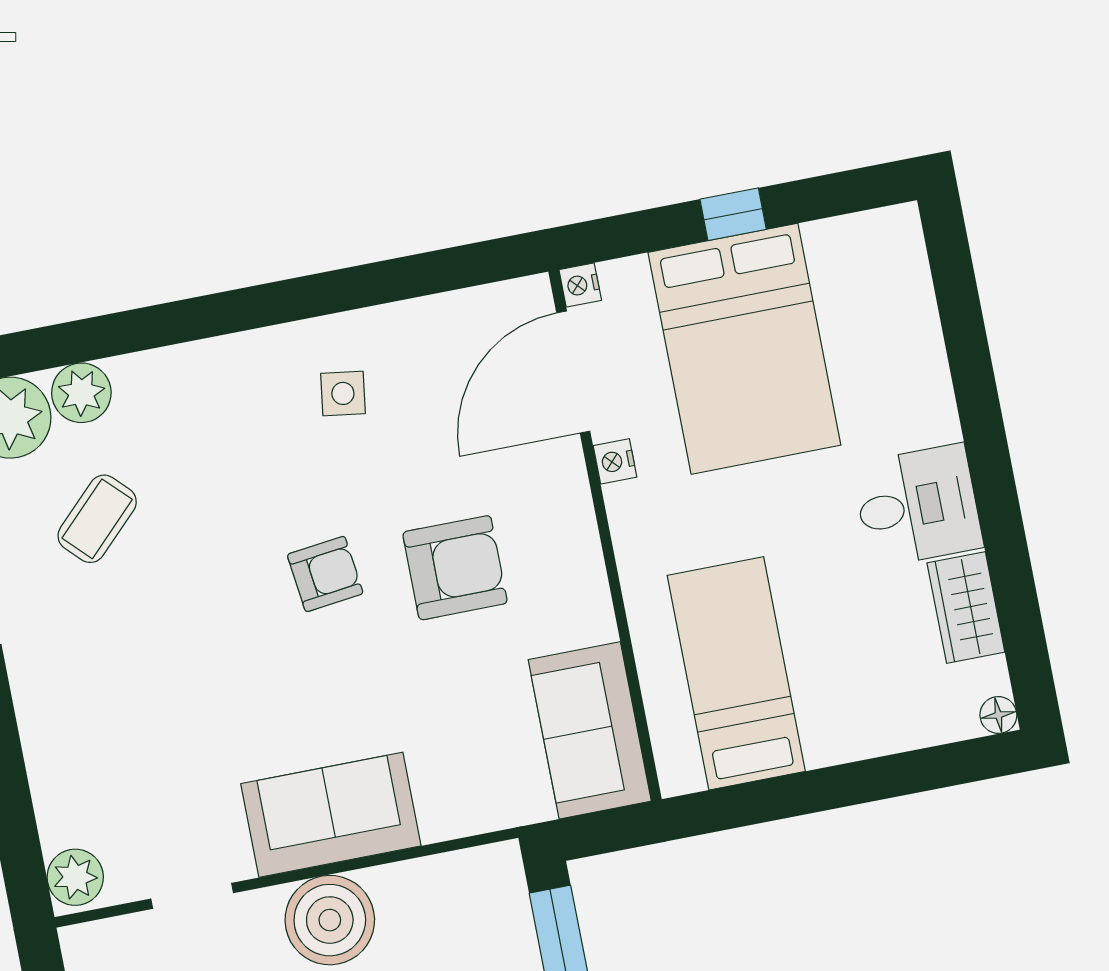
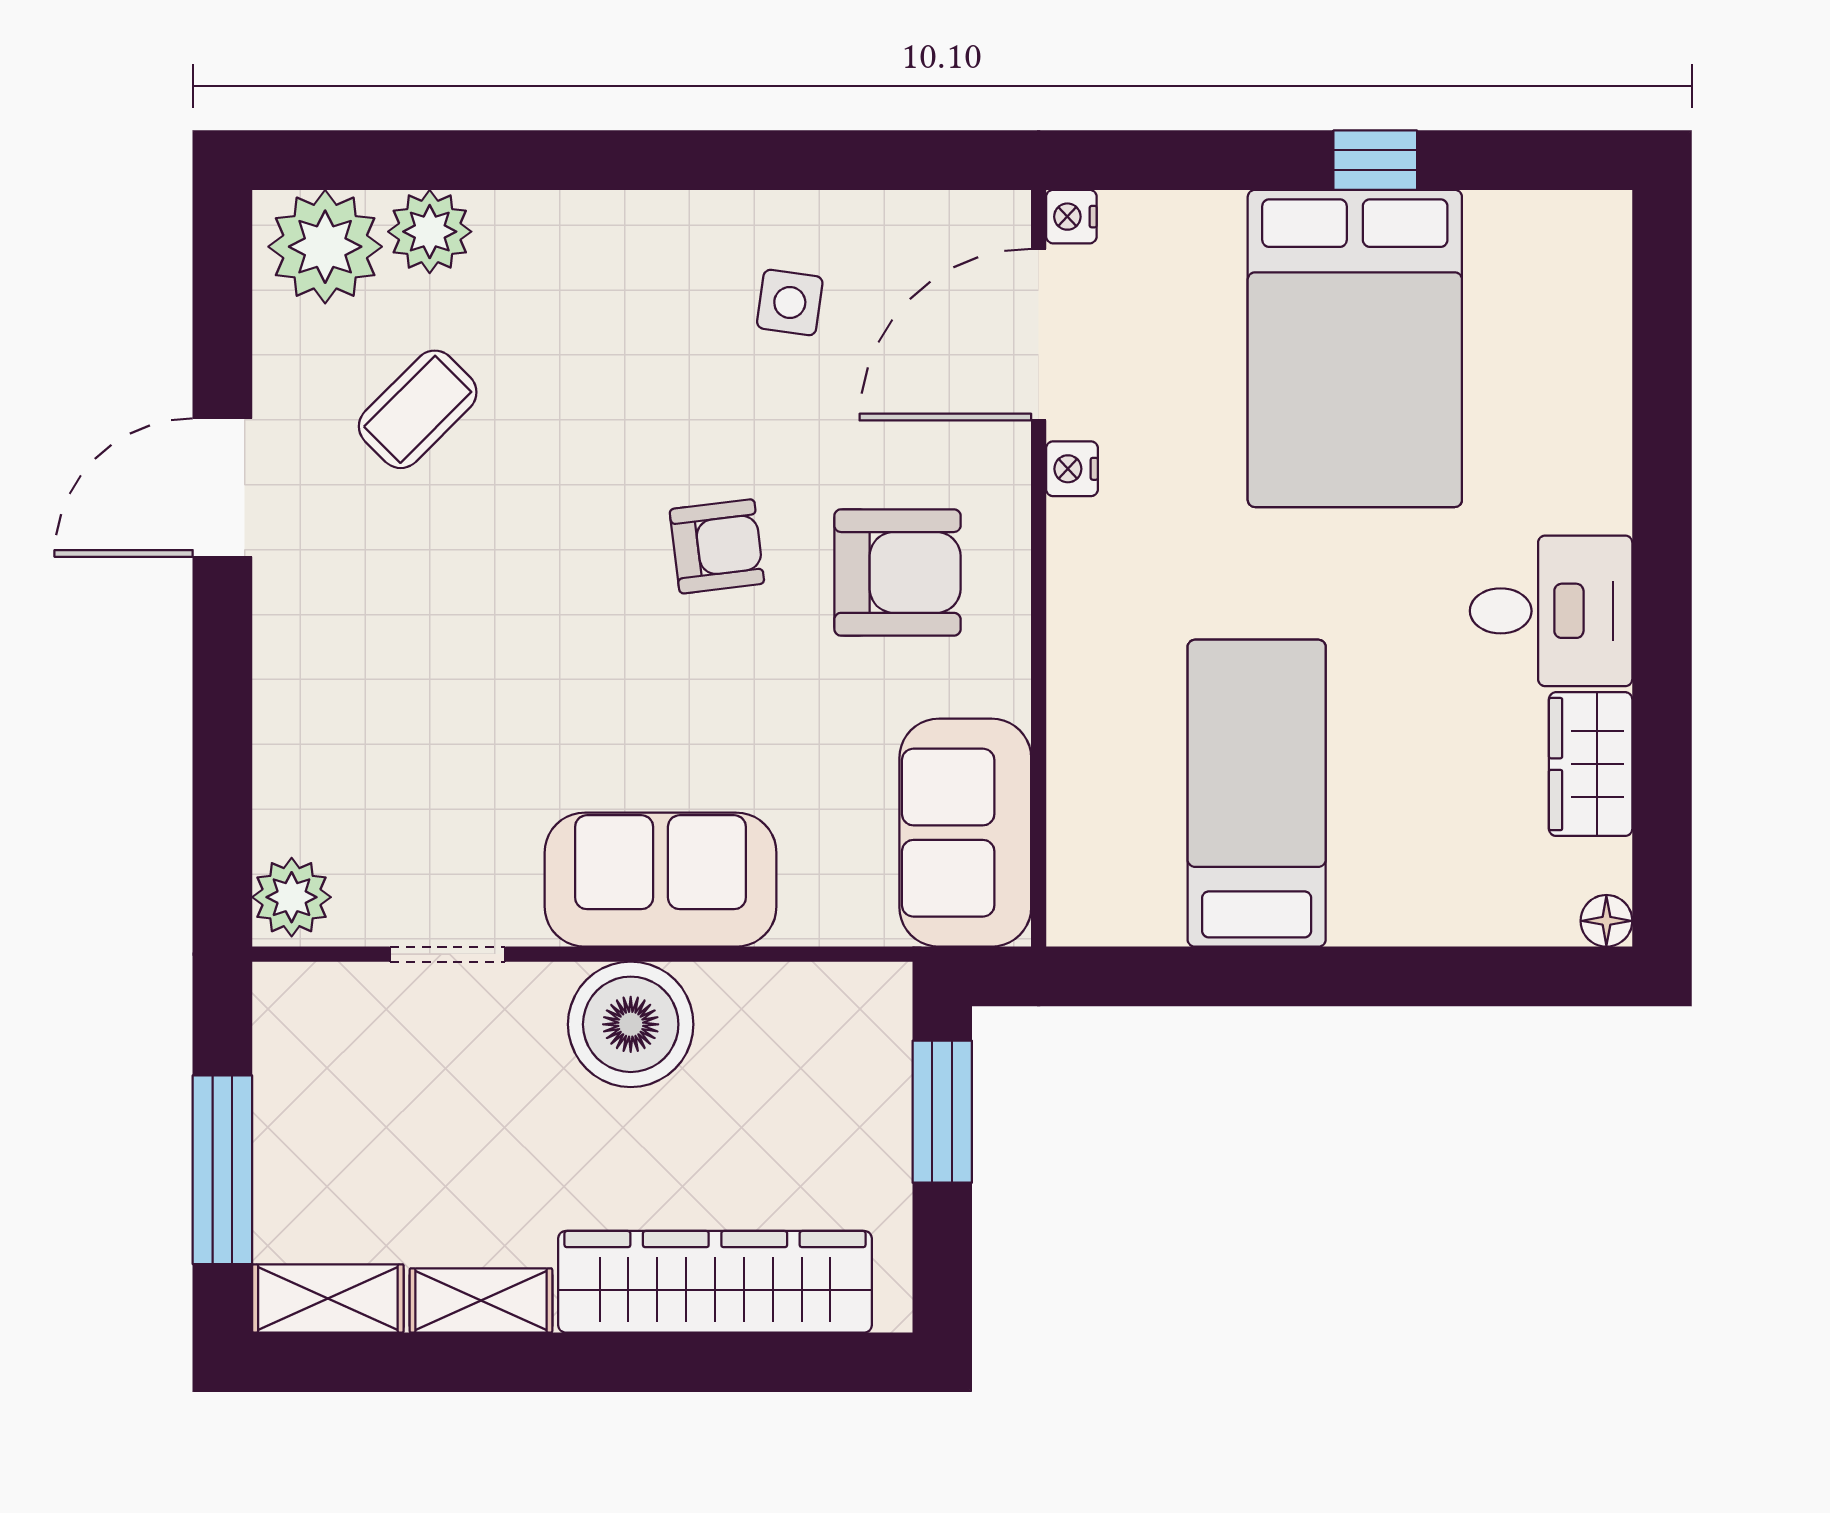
nightstand: (580, 285) -> (1071, 217), moved
door: (573, 372) -> (1039, 335), moved
nightstand: (615, 461) -> (1072, 469), moved
wall: (605, 535) -> (1039, 568), moved
sofa: (590, 730) -> (965, 833), moved

